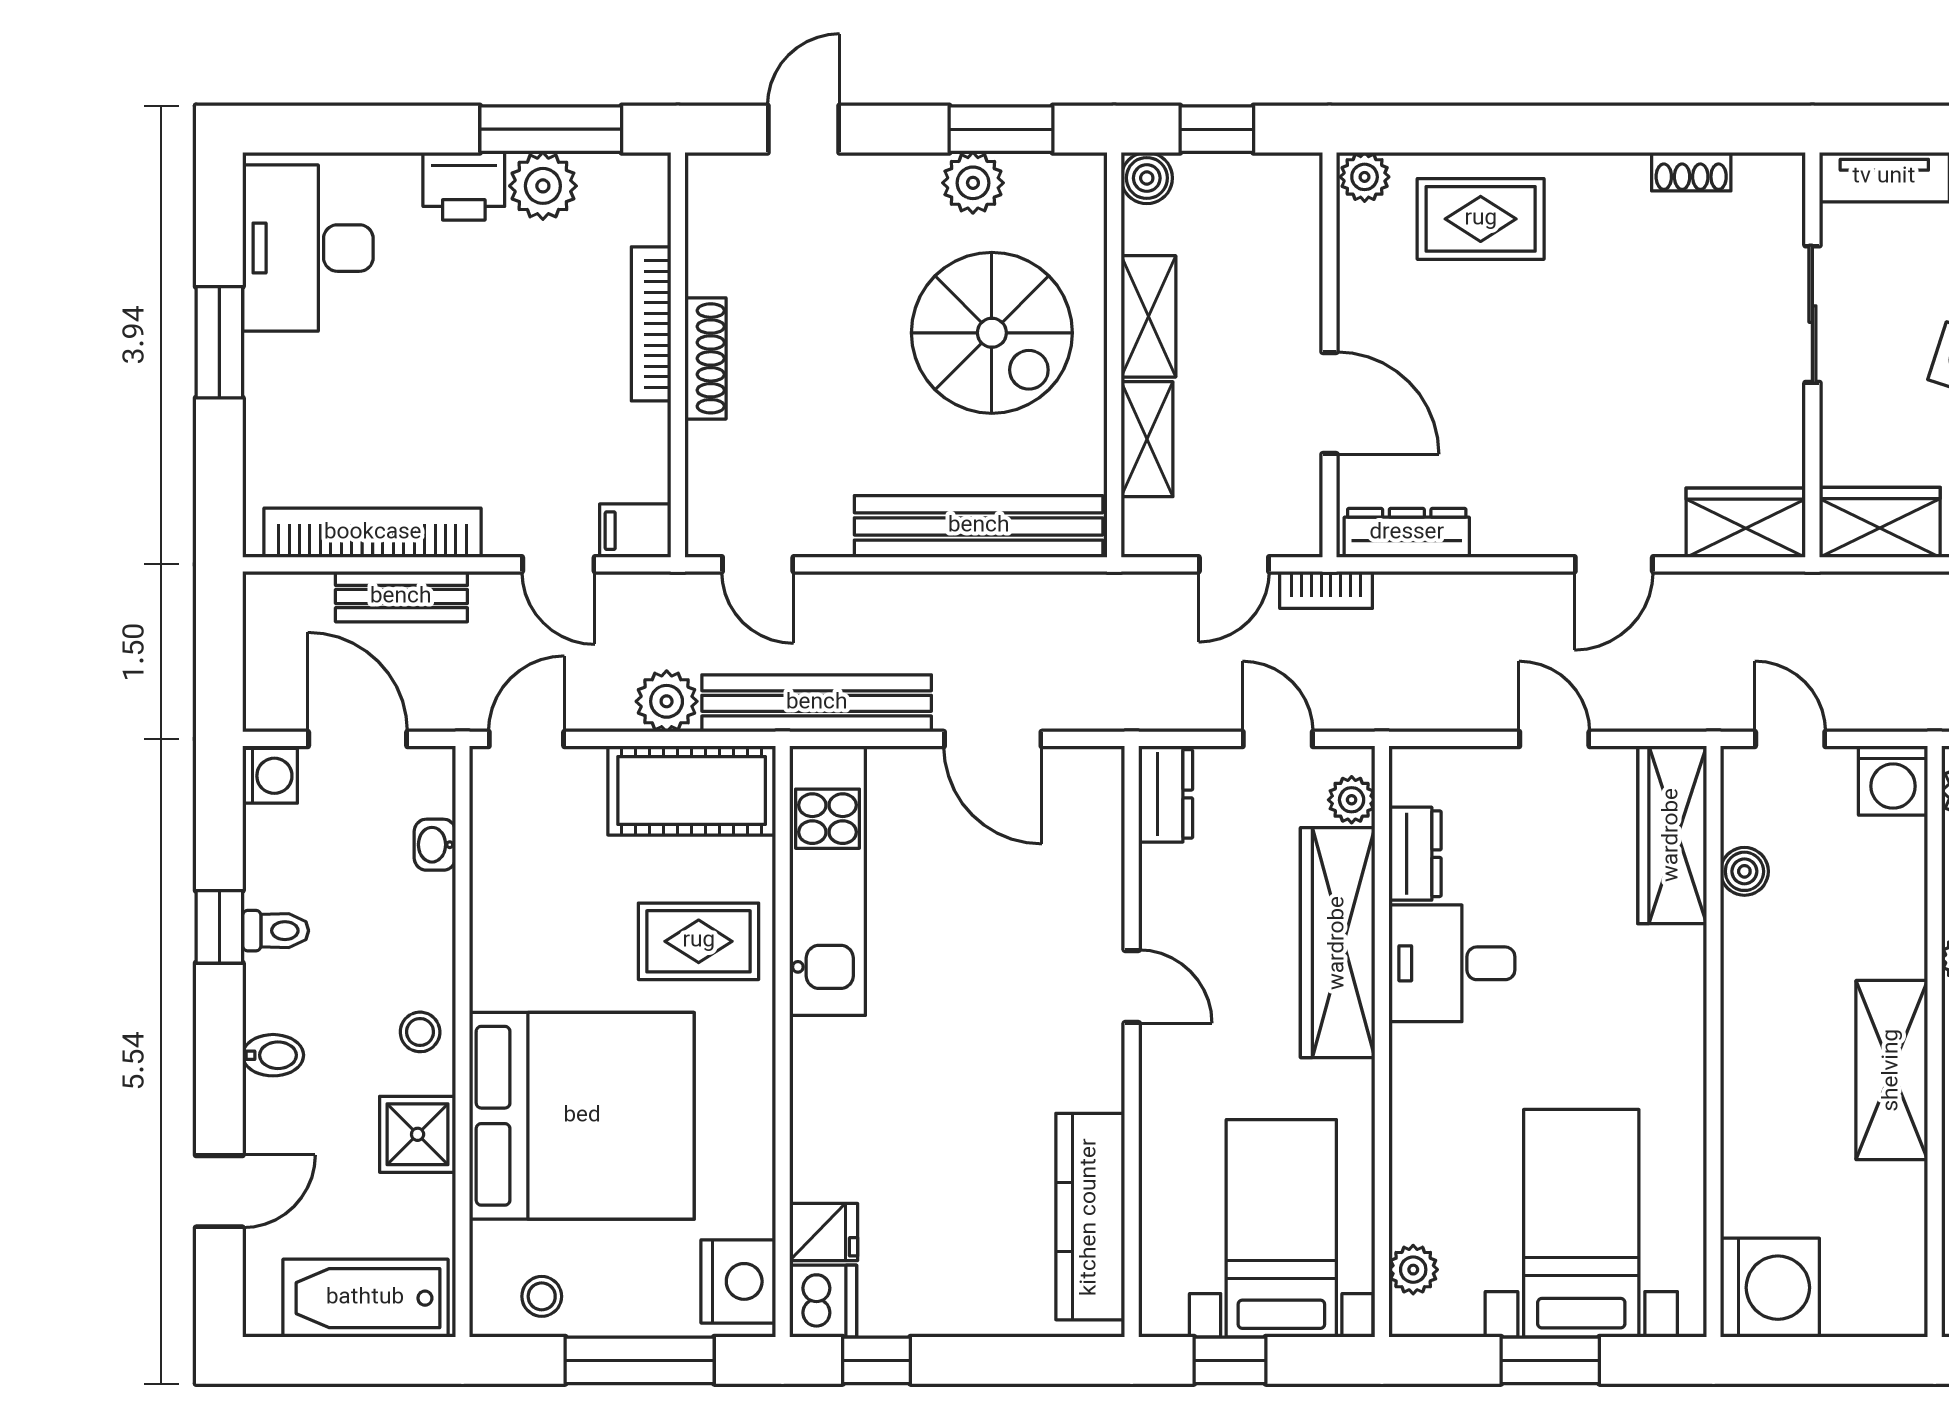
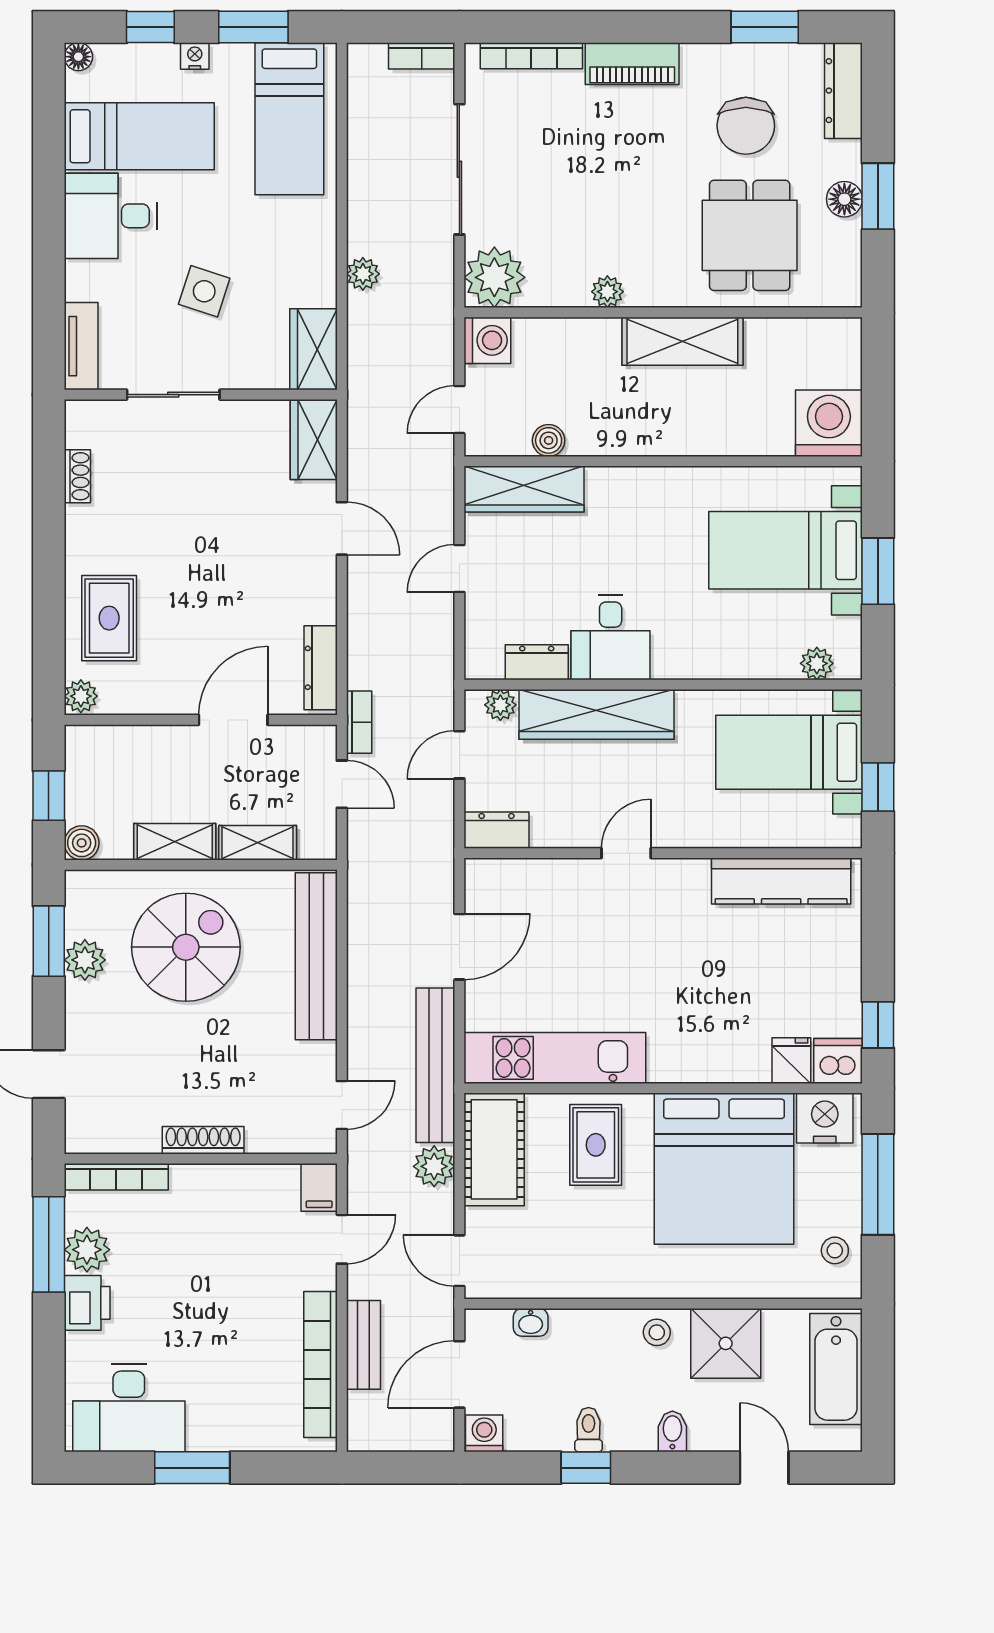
bookcase: (651, 324) -> (116, 1177), moved
bed: (582, 1116) -> (724, 1169), moved, turned 180
shower: (418, 1134) -> (726, 1343), width x1.36, depth x1.36

